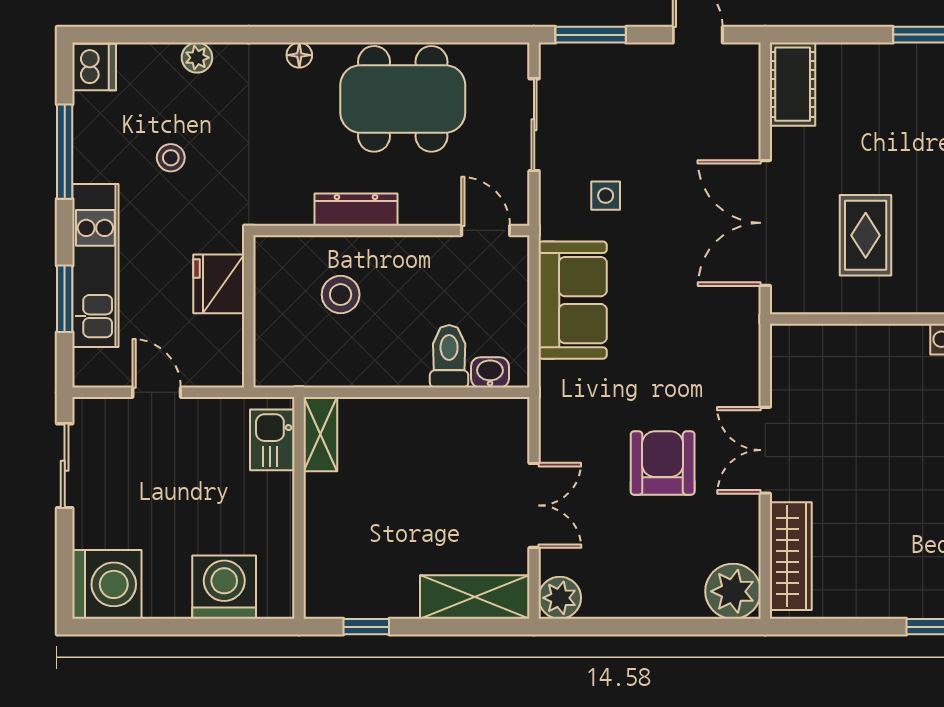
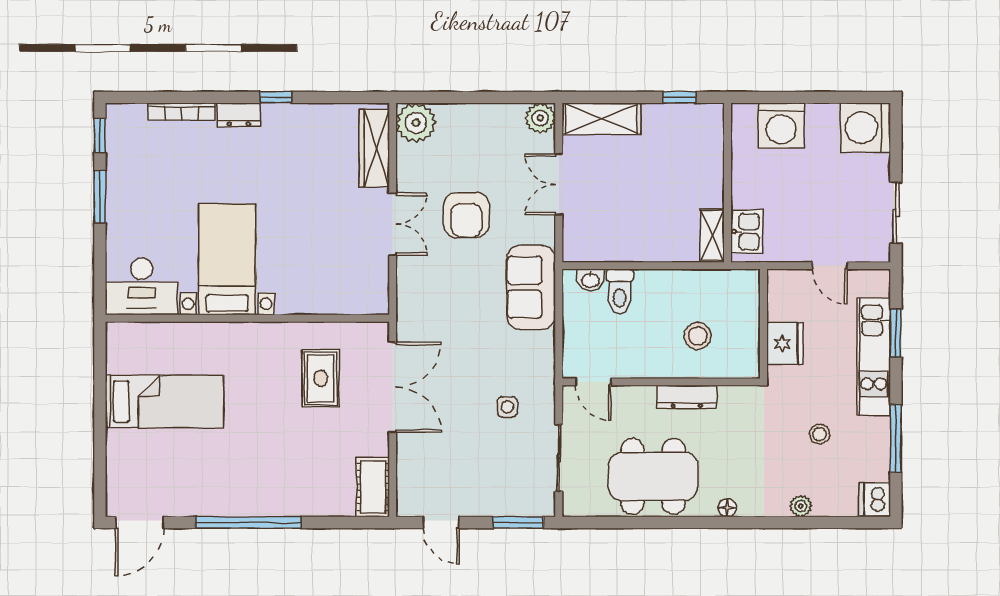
sofa: (573, 300) -> (531, 287), moved

